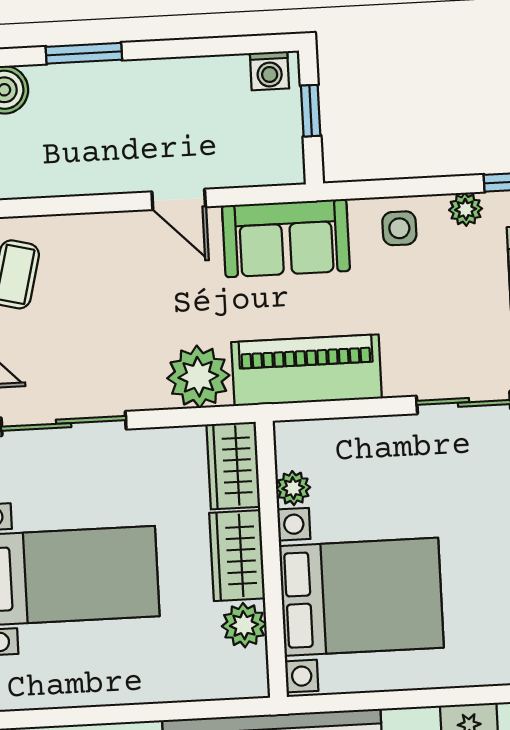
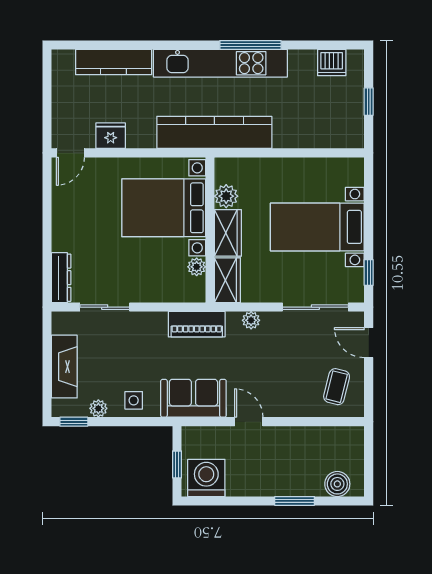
washing machine: (269, 71) -> (206, 478), width x1.89, depth x1.89
piano: (307, 370) -> (197, 324), width x0.73, depth x0.75
plant: (198, 377) -> (251, 320), width x0.53, depth x0.53

